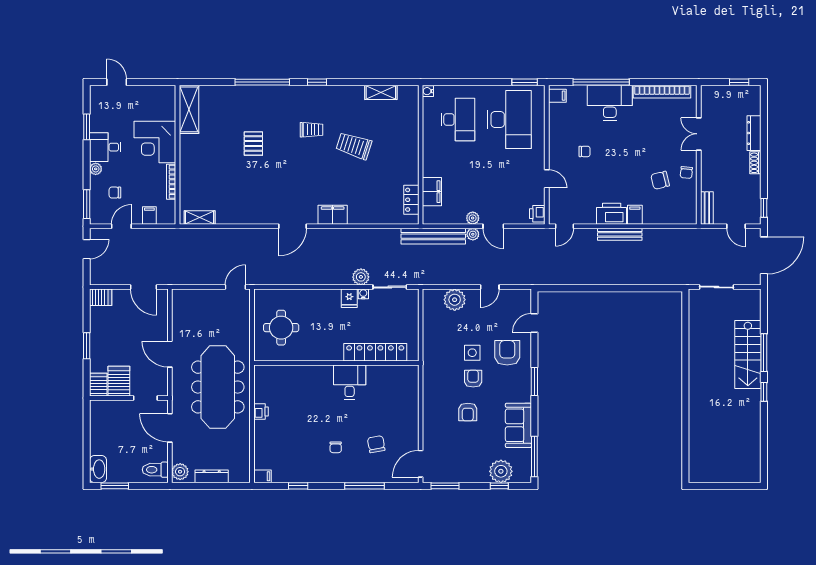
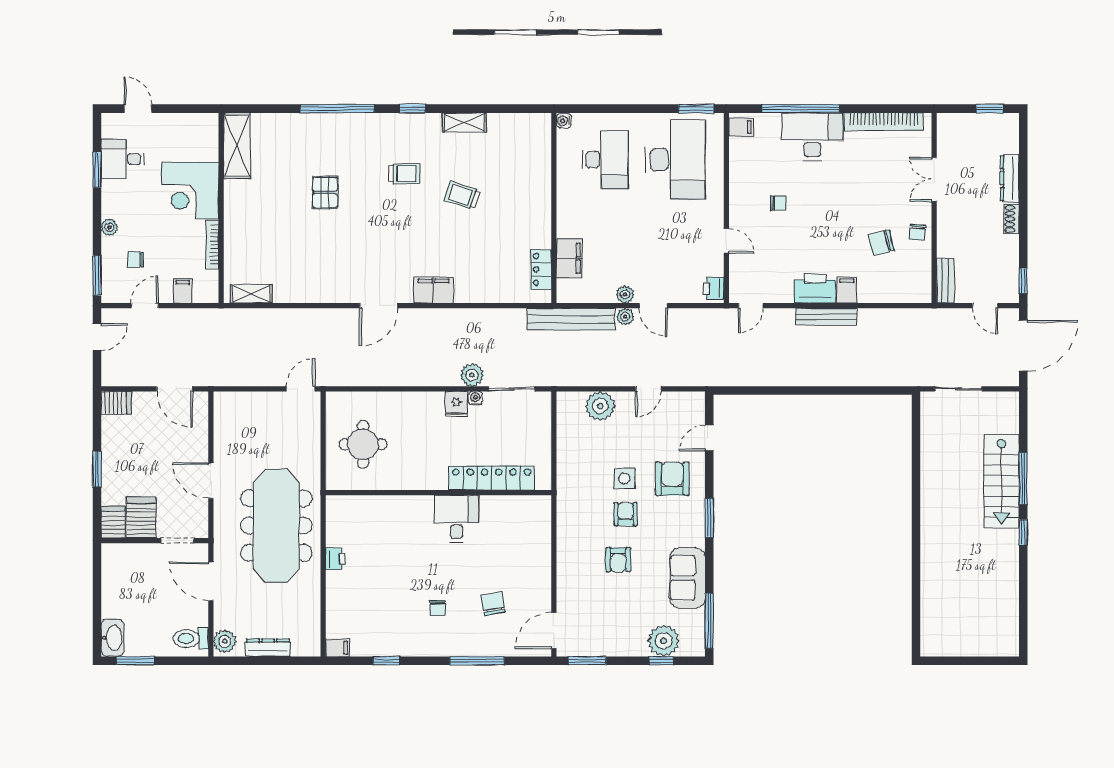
shelving: (381, 92) -> (464, 123), moved
trolley: (354, 146) -> (462, 196), width x0.73, depth x0.72
desk: (105, 147) -> (122, 159), moved

